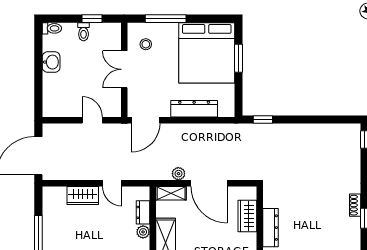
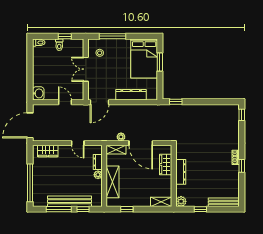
bed: (207, 53) -> (144, 58), width x0.73
washbasin: (51, 62) -> (38, 93), moved
wardrobe: (83, 195) -> (48, 151), moved

